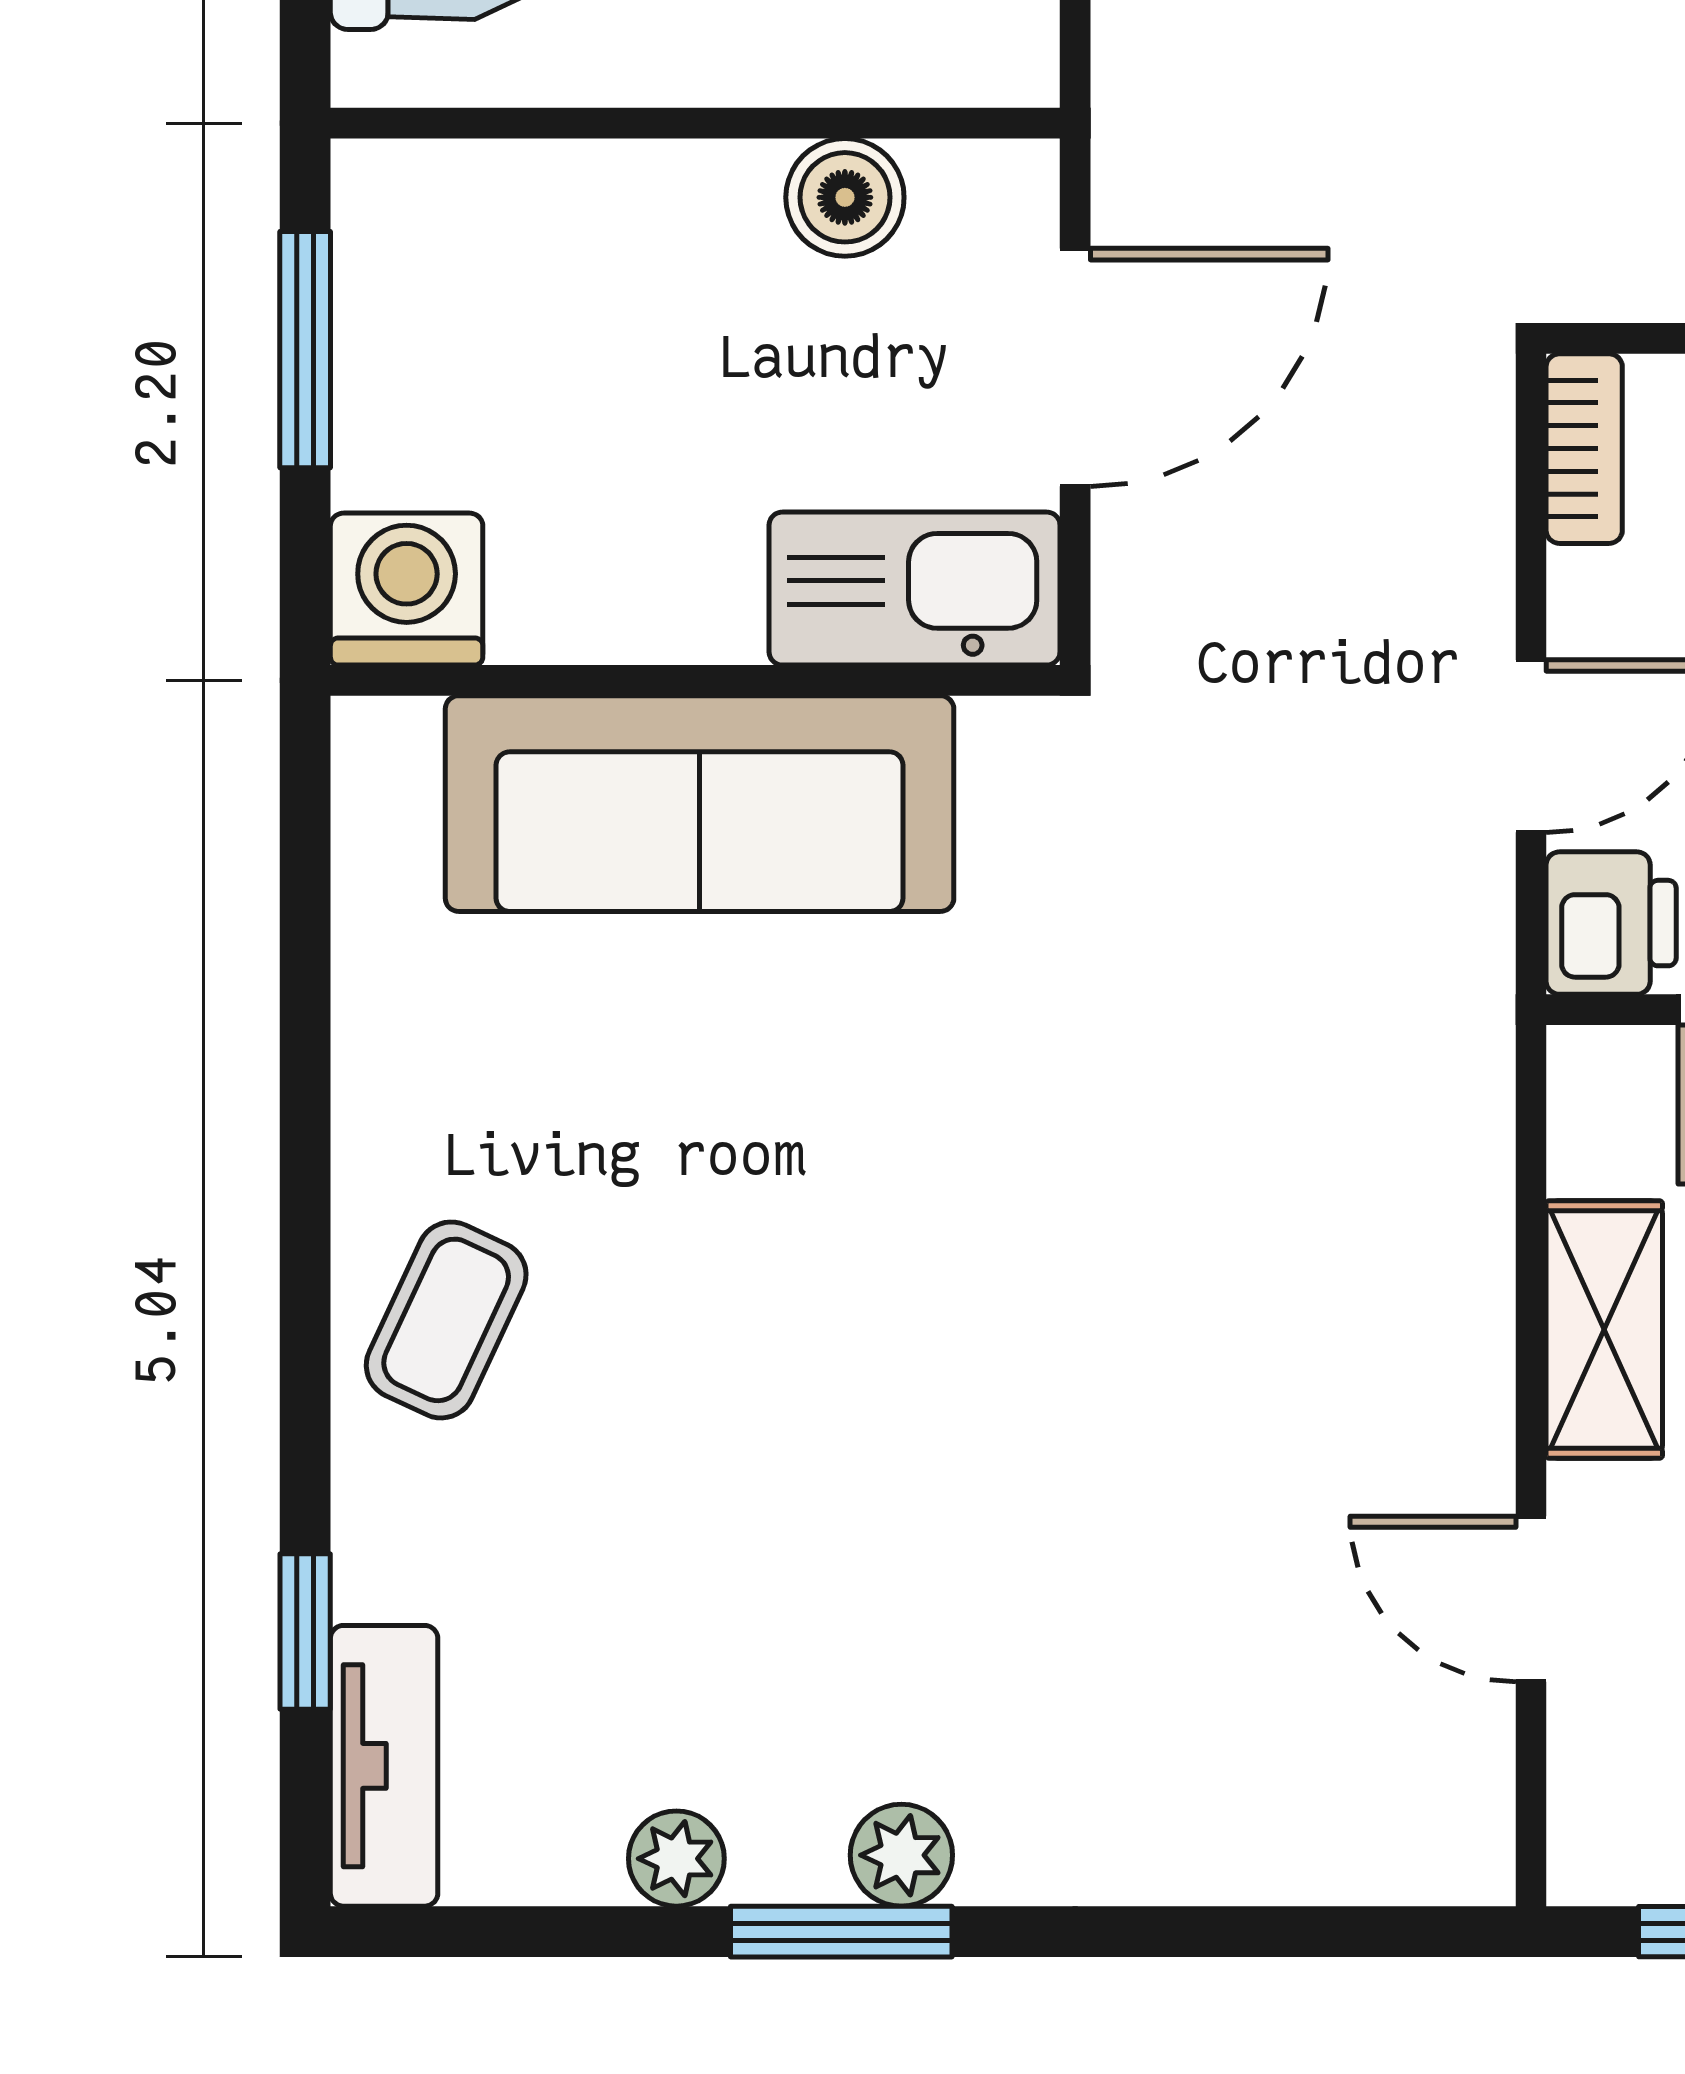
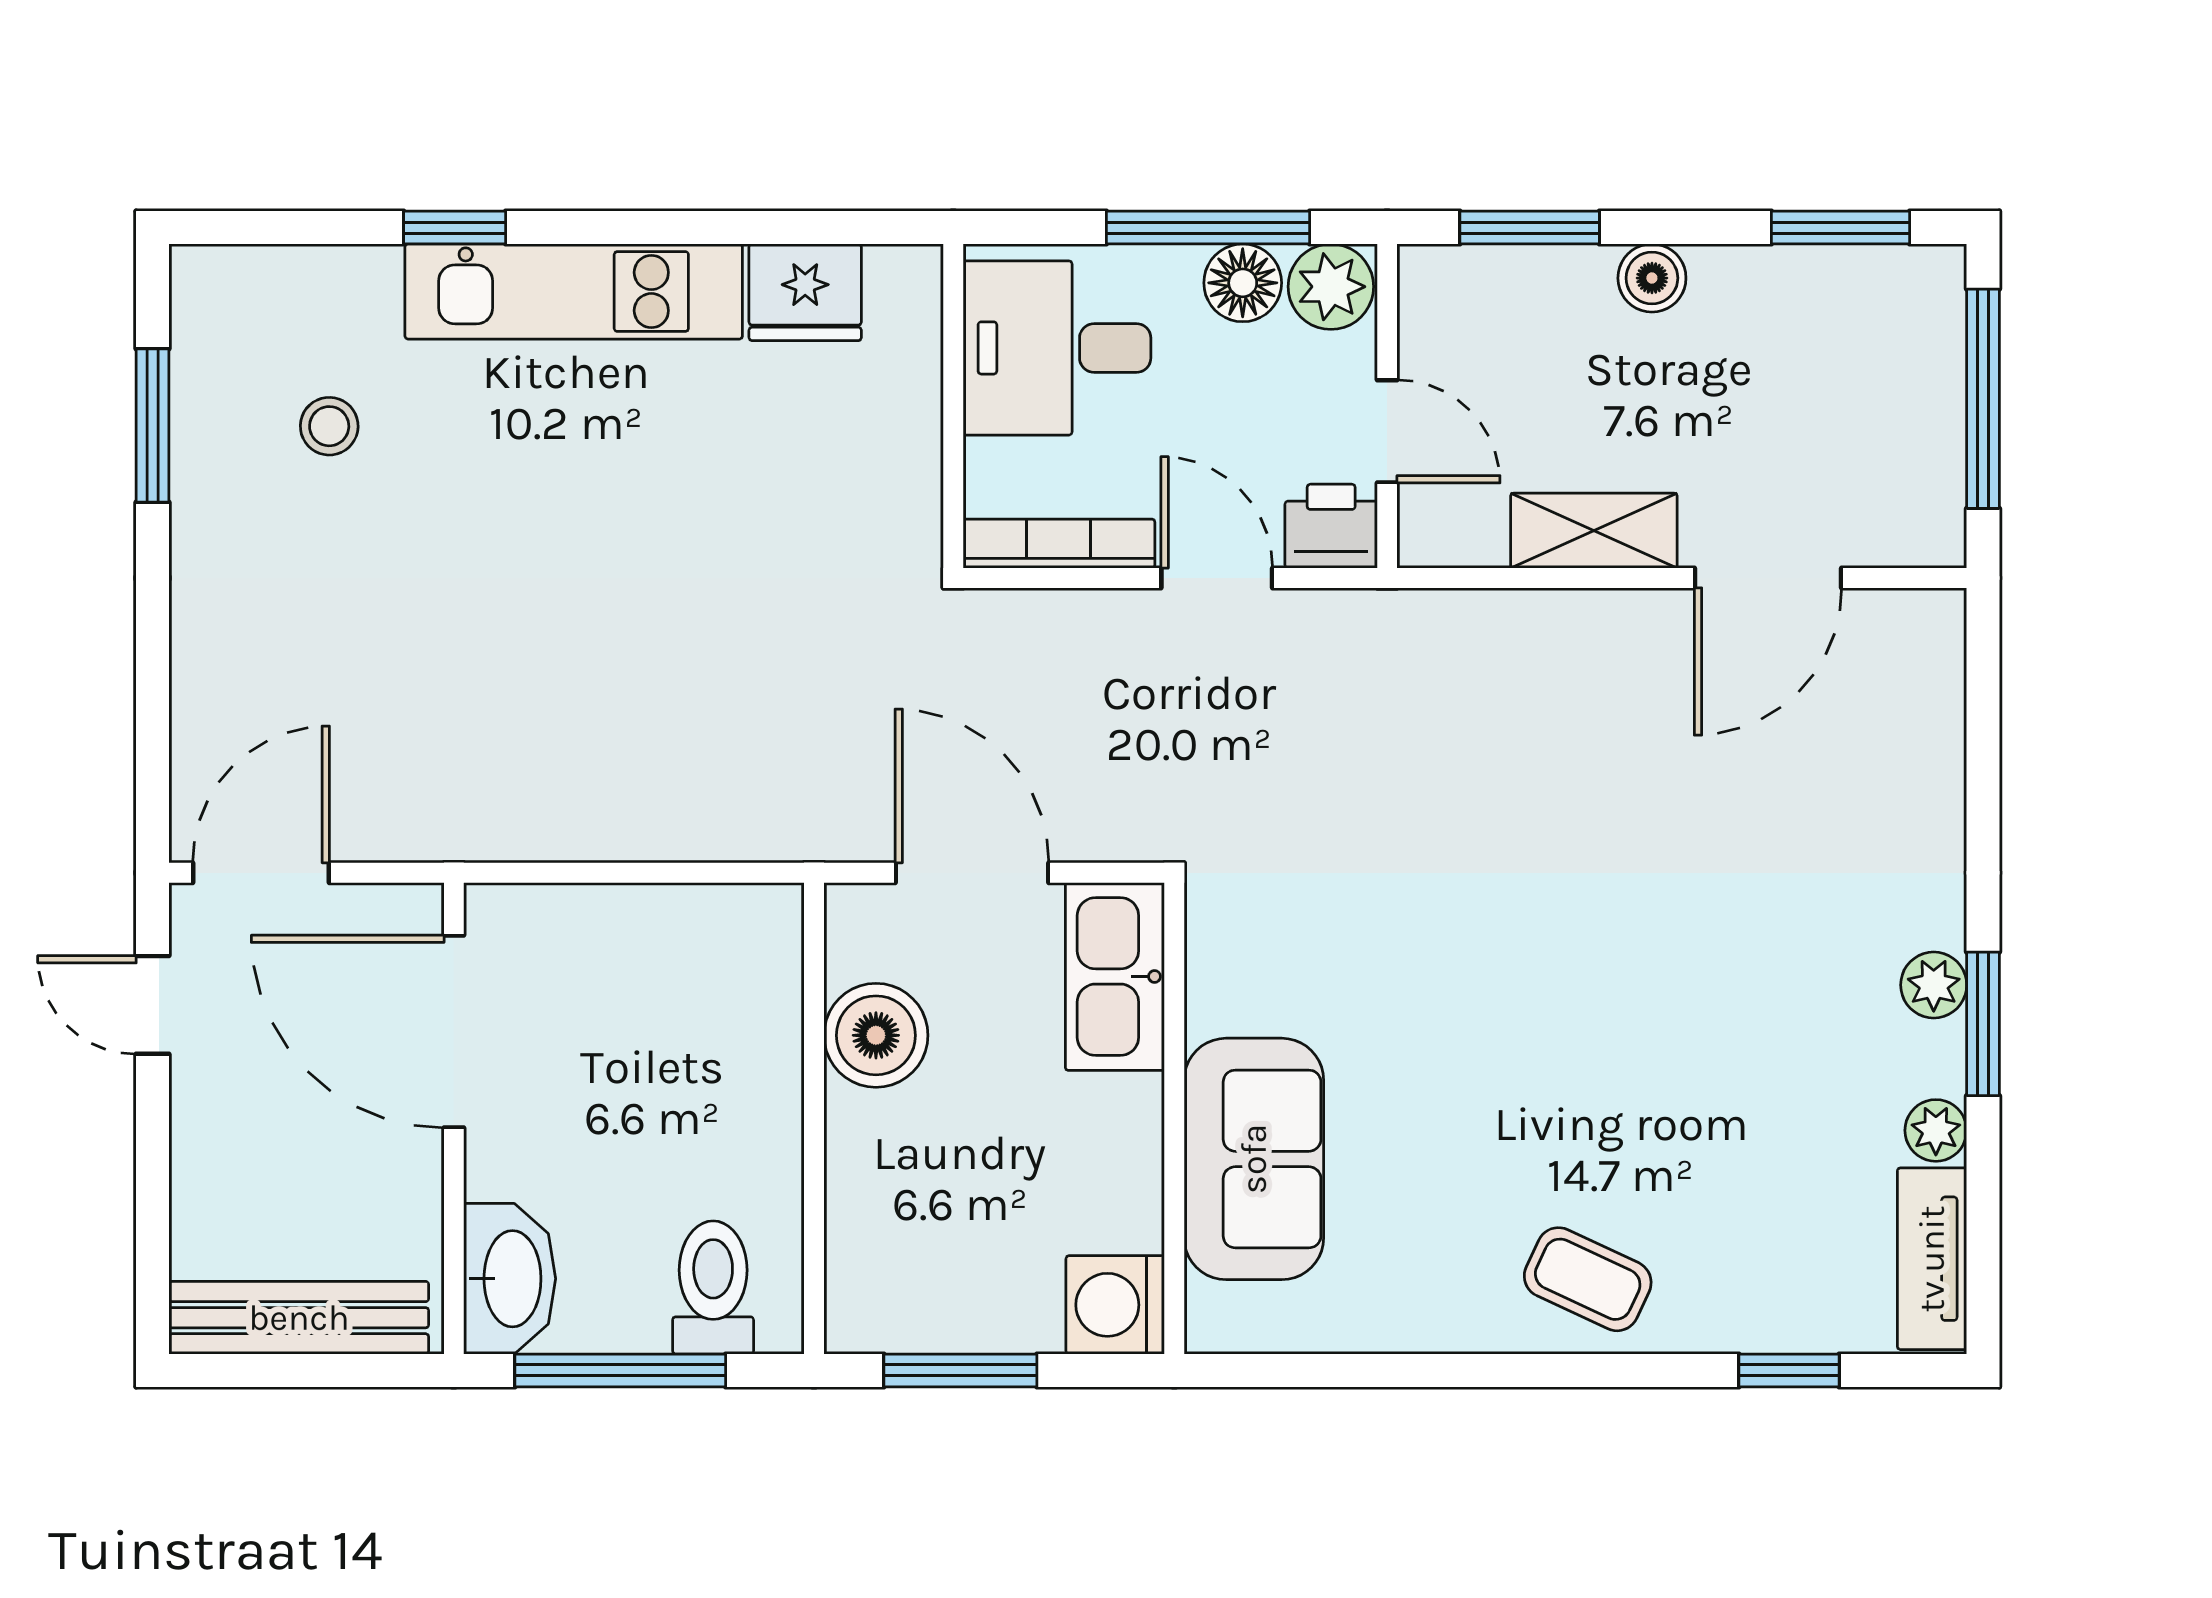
boiler: (845, 197) -> (876, 1035), width x1.36, depth x1.36
bookcase: (1584, 449) -> (1059, 544), width x1.56
sofa: (700, 804) -> (1254, 1159), width x0.73
door: (1531, 1599) -> (1768, 578), width x1.38
tv unit: (384, 1766) -> (1932, 1259), moved, turned -90

